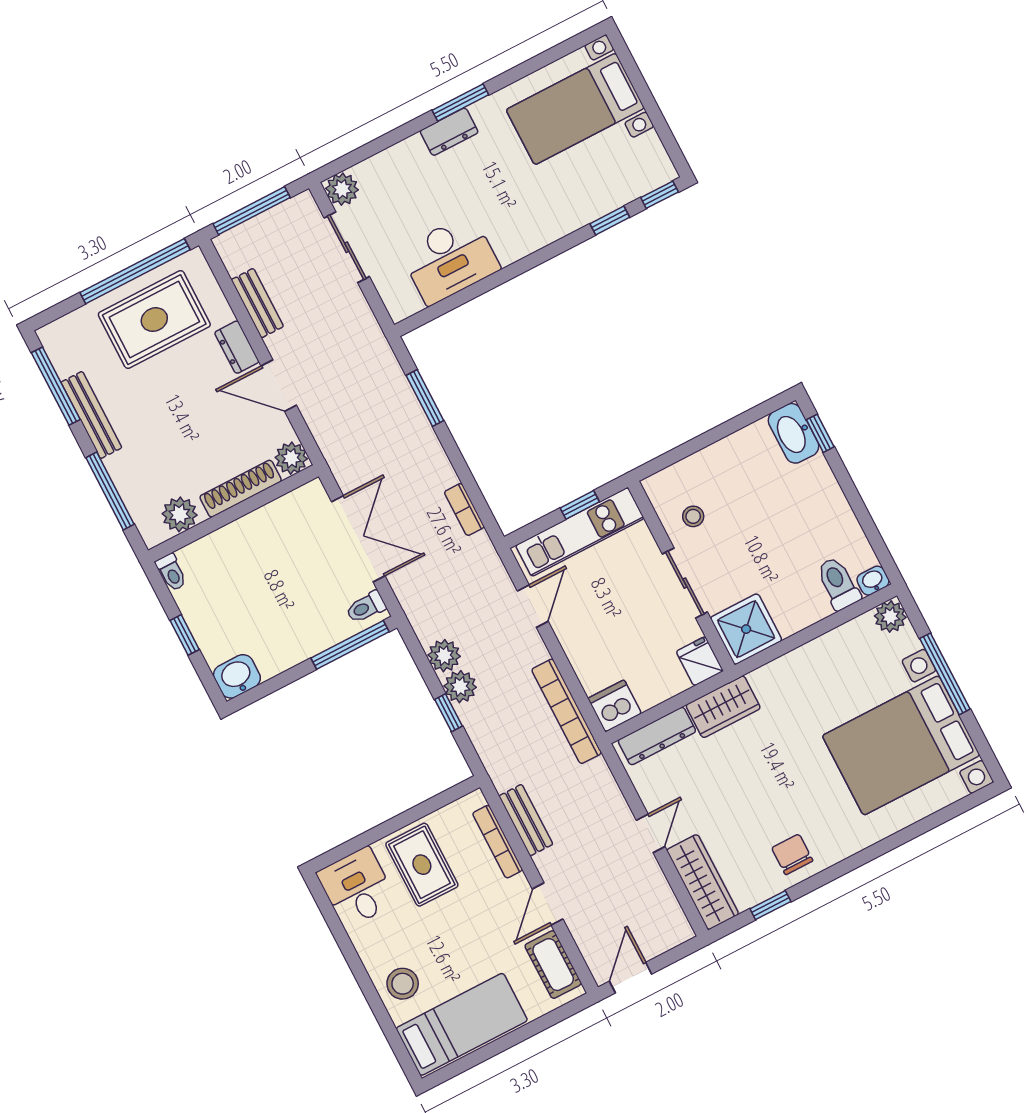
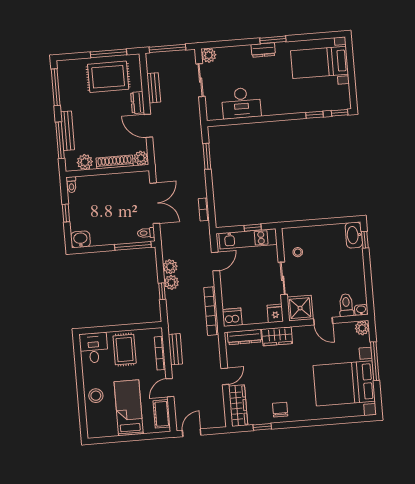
window: (135, 271) -> (109, 53), width x0.68
bench: (91, 415) -> (67, 131), moved
door: (805, 636) -> (323, 321), added
bed: (462, 1024) -> (129, 408), moved, turned -90

